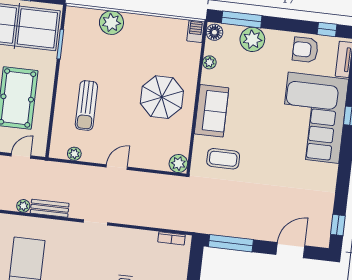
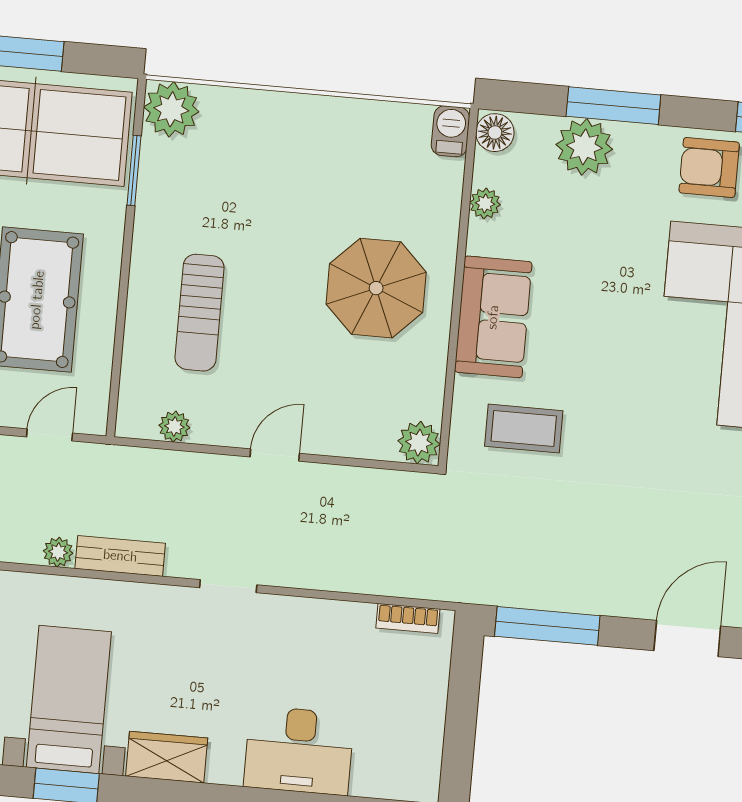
window: (242, 19) -> (613, 106), moved
plant: (111, 23) -> (171, 109), moved

